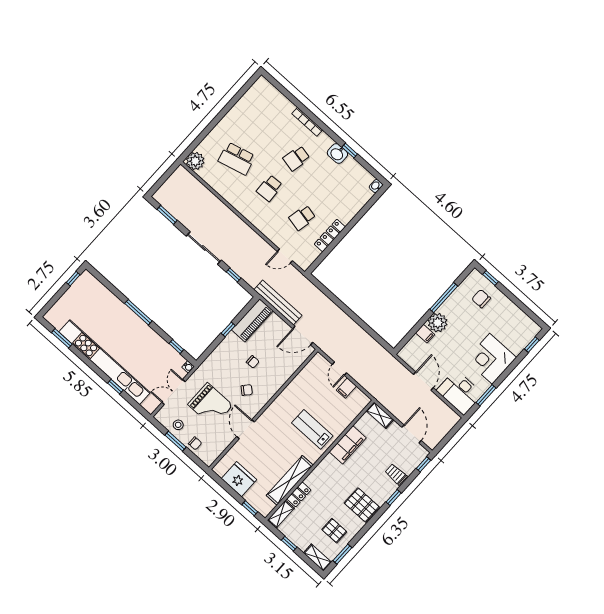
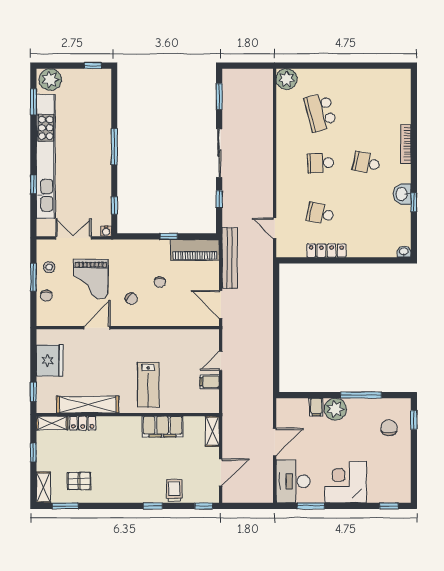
plant: (57, 314) -> (50, 80), added
lab bench: (312, 429) -> (148, 385), turned 180
pallet: (362, 505) -> (122, 485), removed
pallet: (334, 531) -> (79, 481), turned 90

